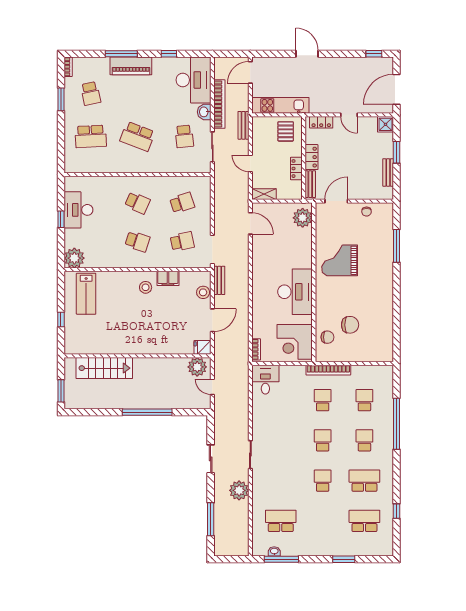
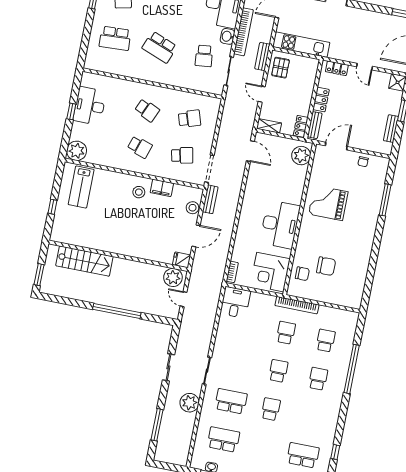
pallet: (286, 131) -> (281, 68), moved
locker: (296, 169) -> (301, 126), moved
school desk: (364, 481) -> (231, 401), moved

